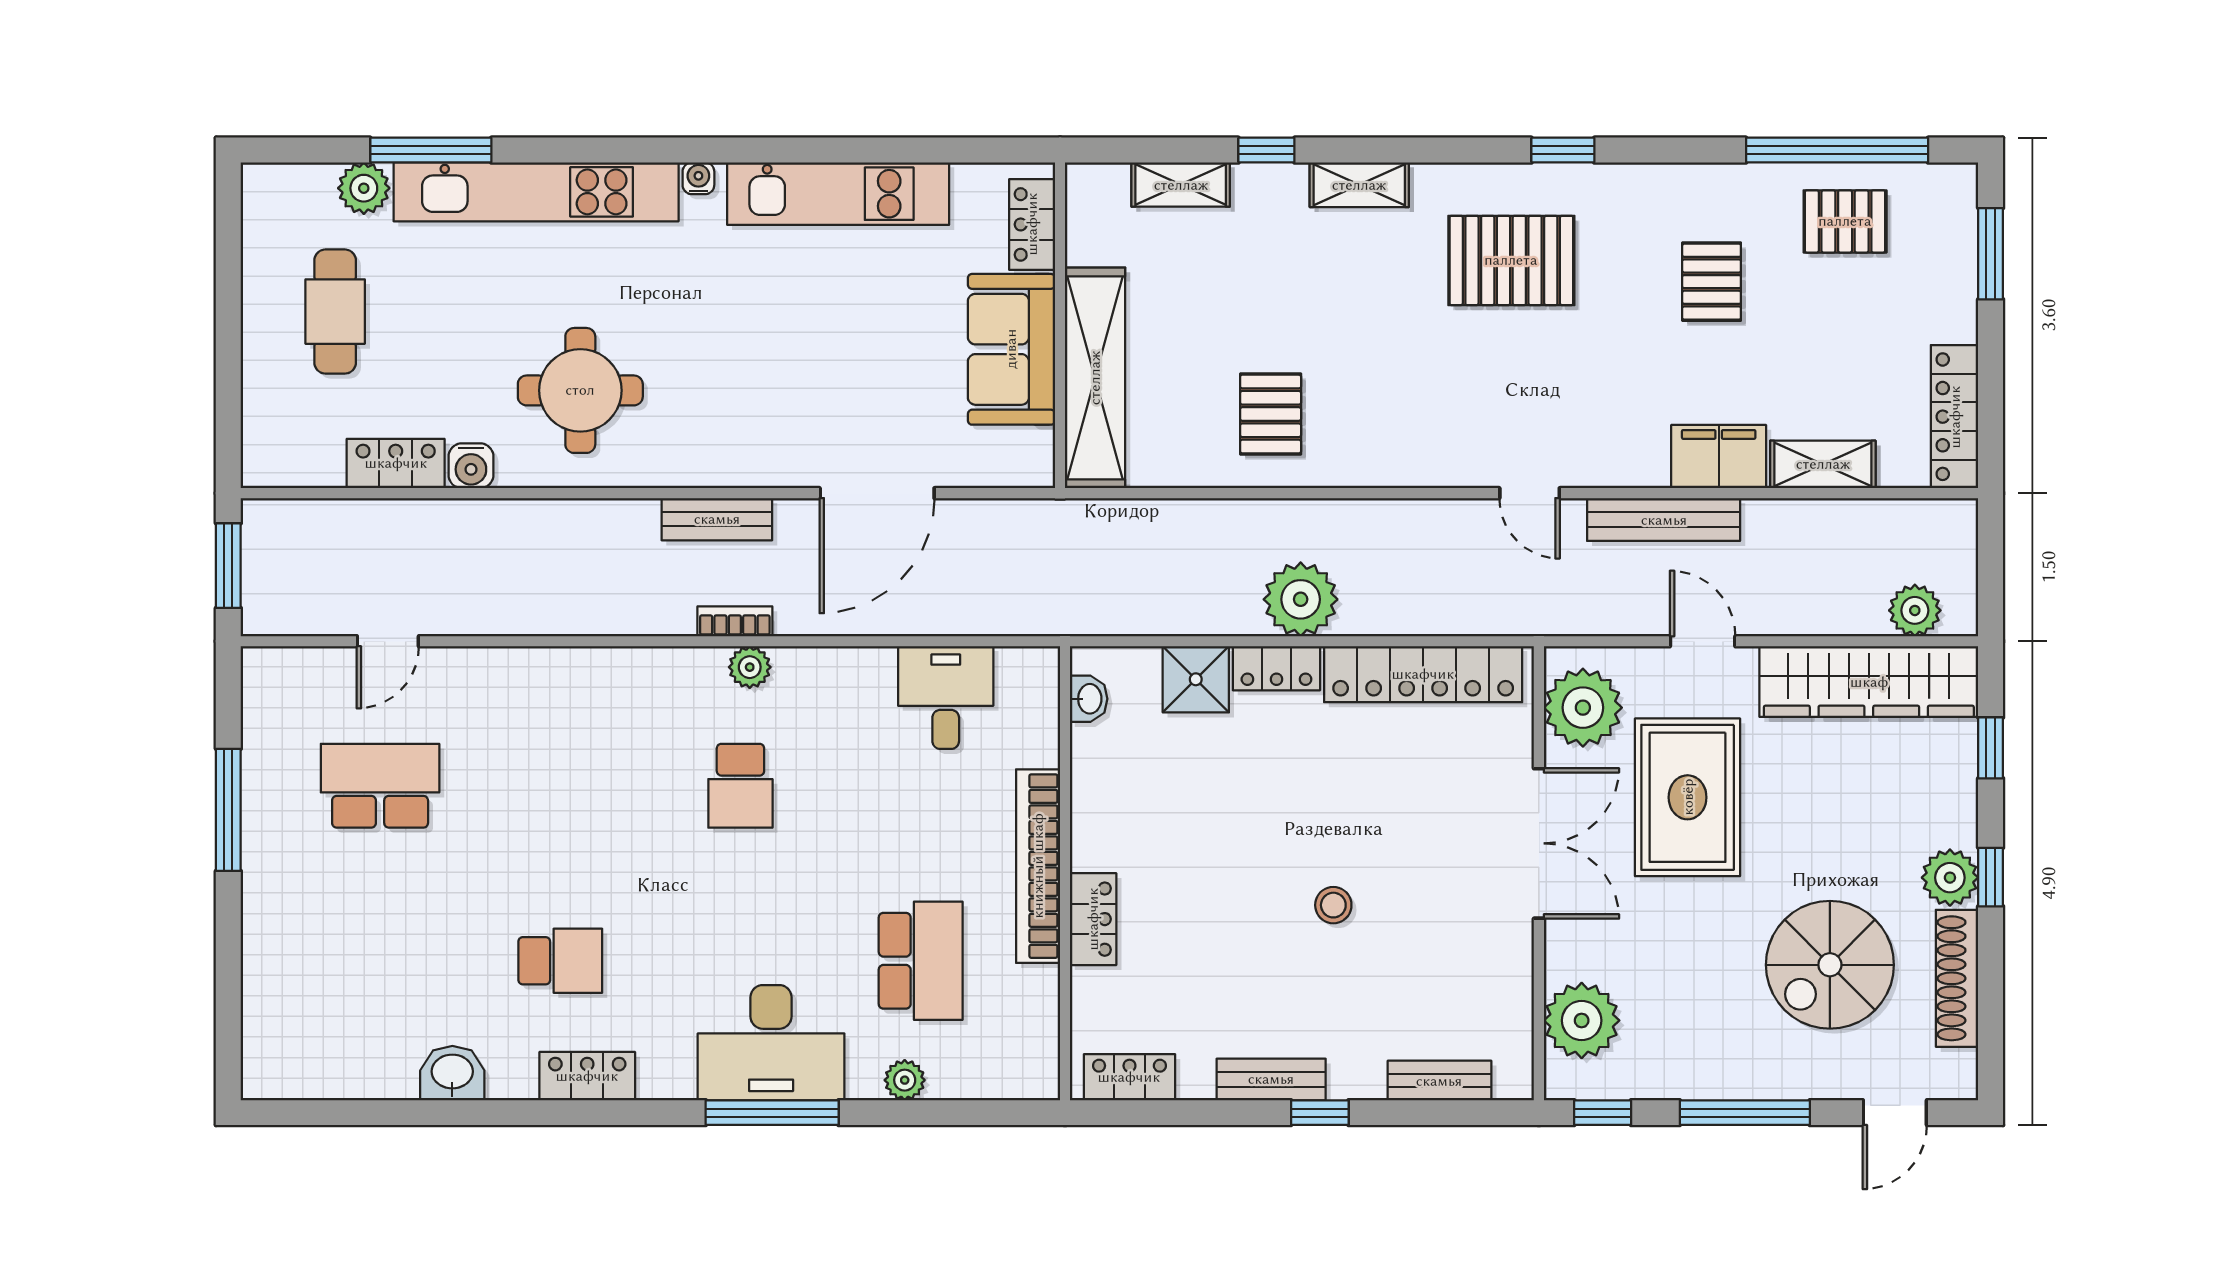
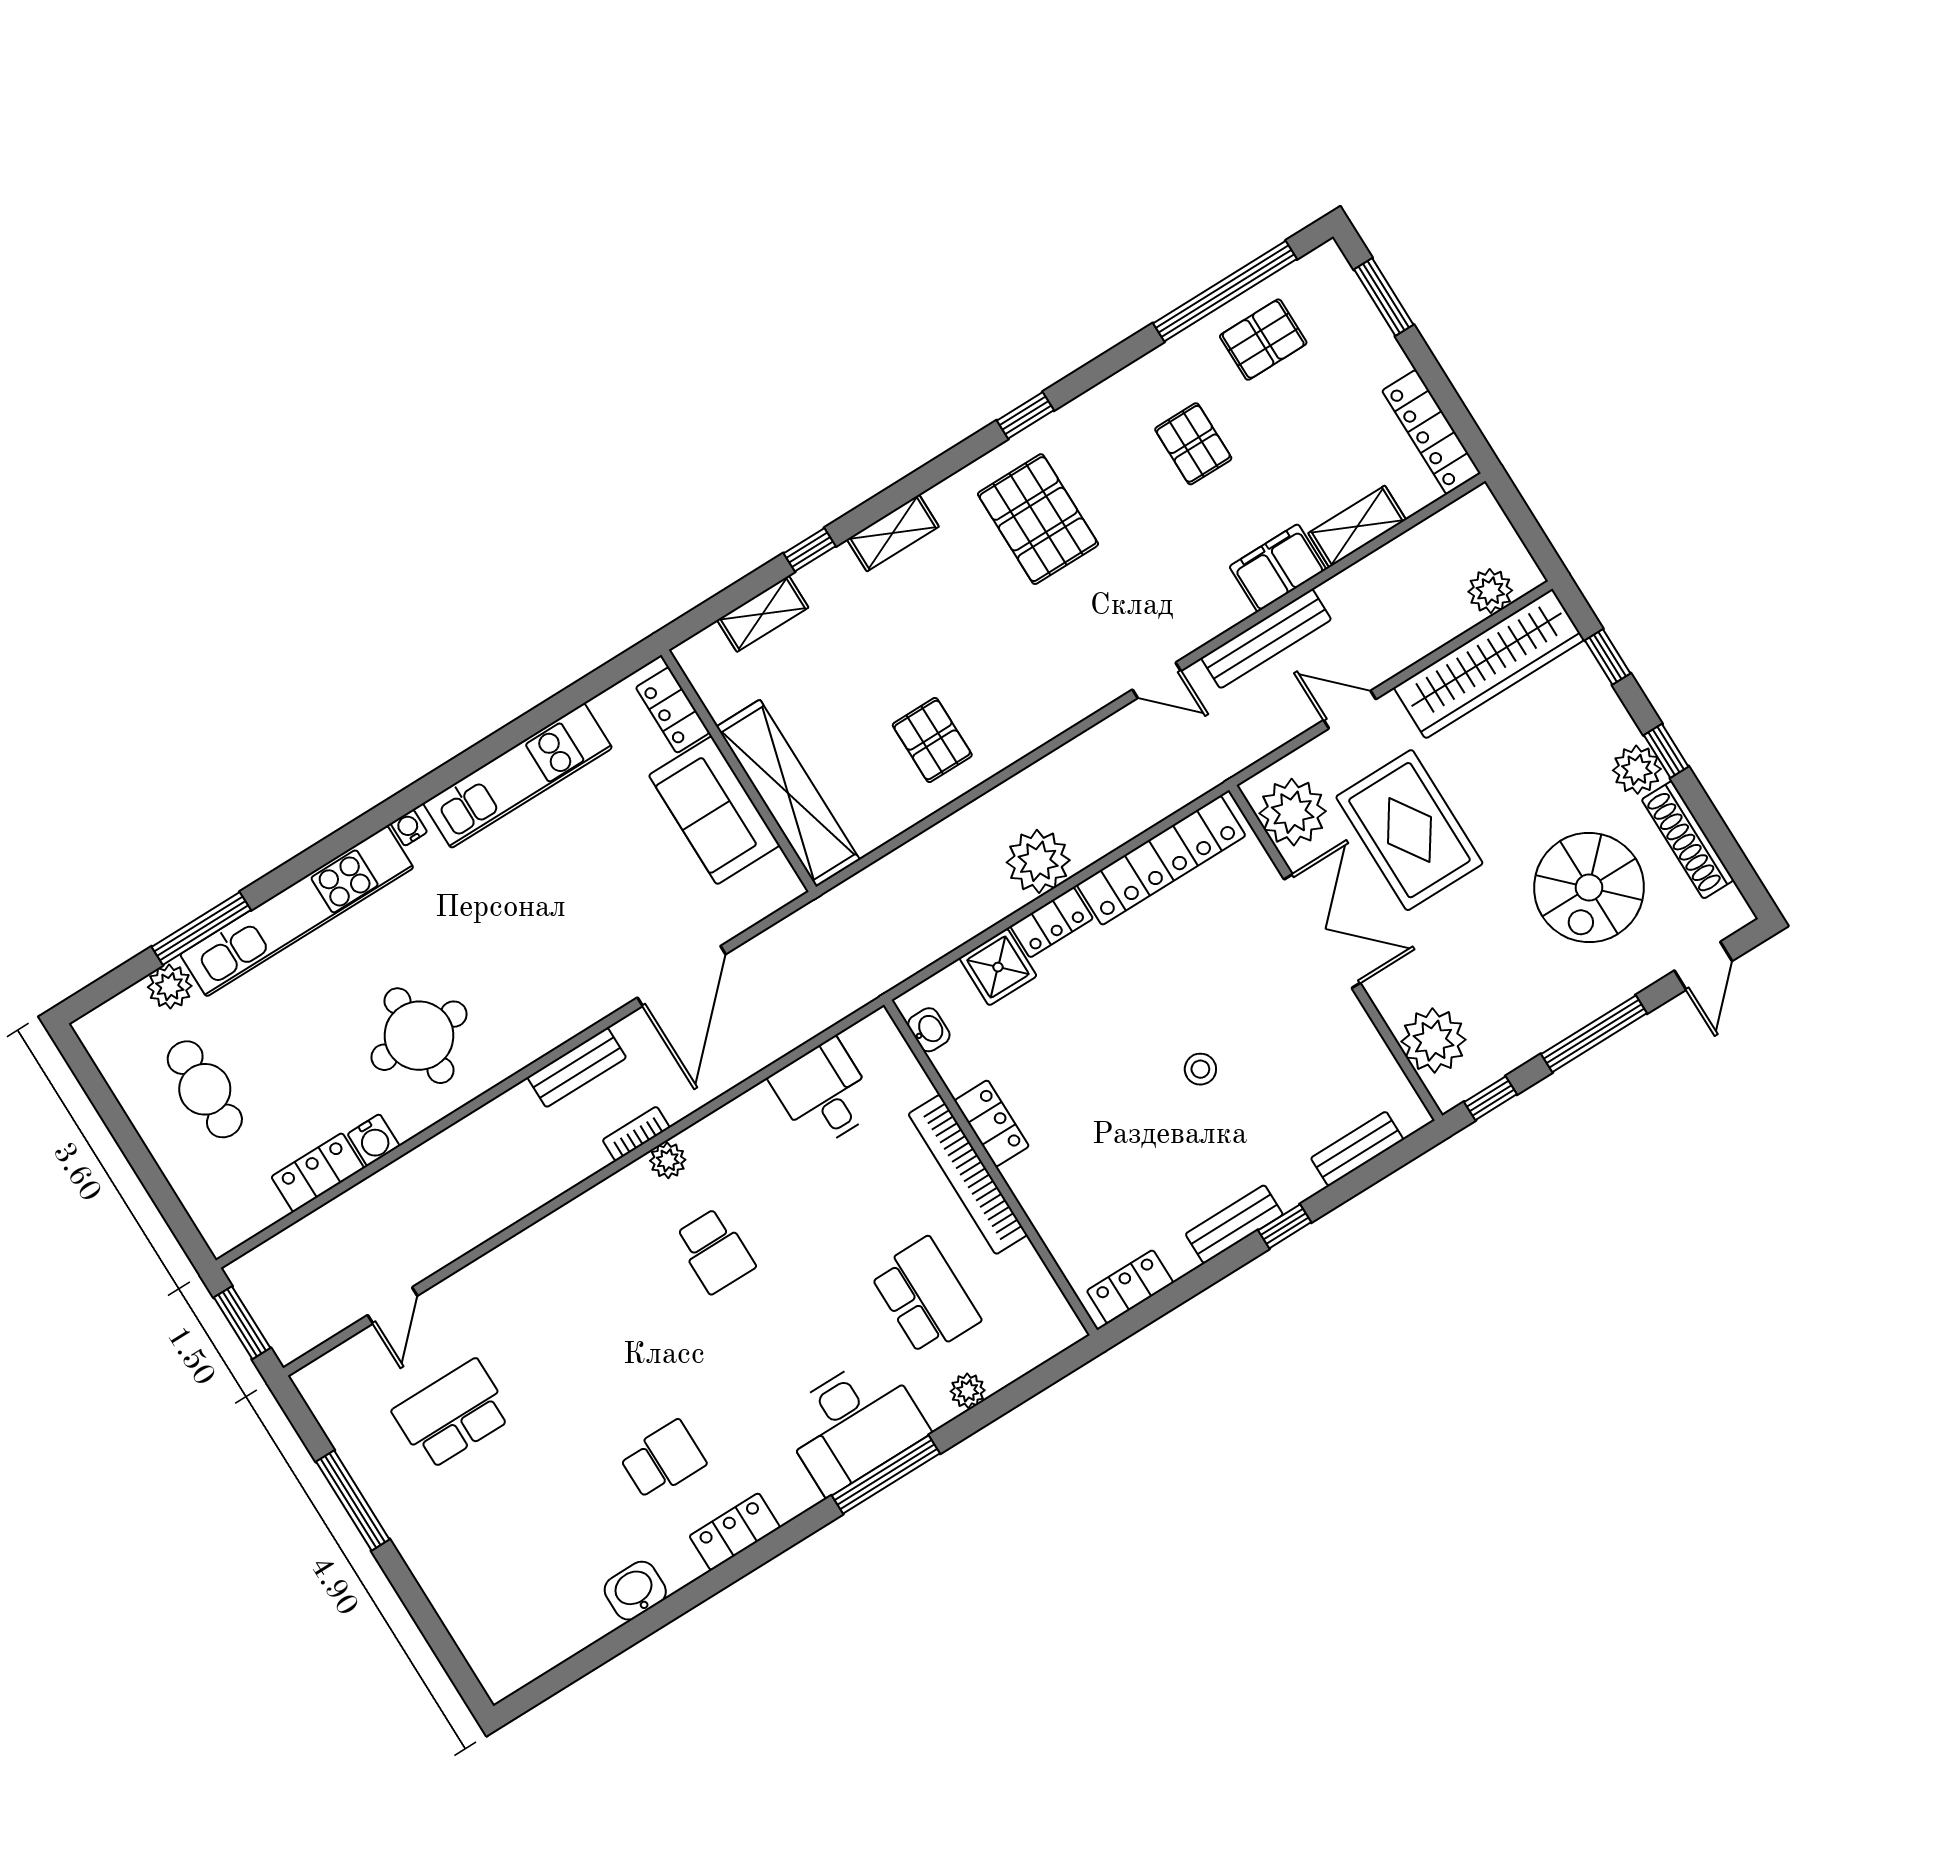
pallet: (1511, 260) -> (1038, 519), turned 90
locker: (1093, 919) -> (992, 1123), moved

